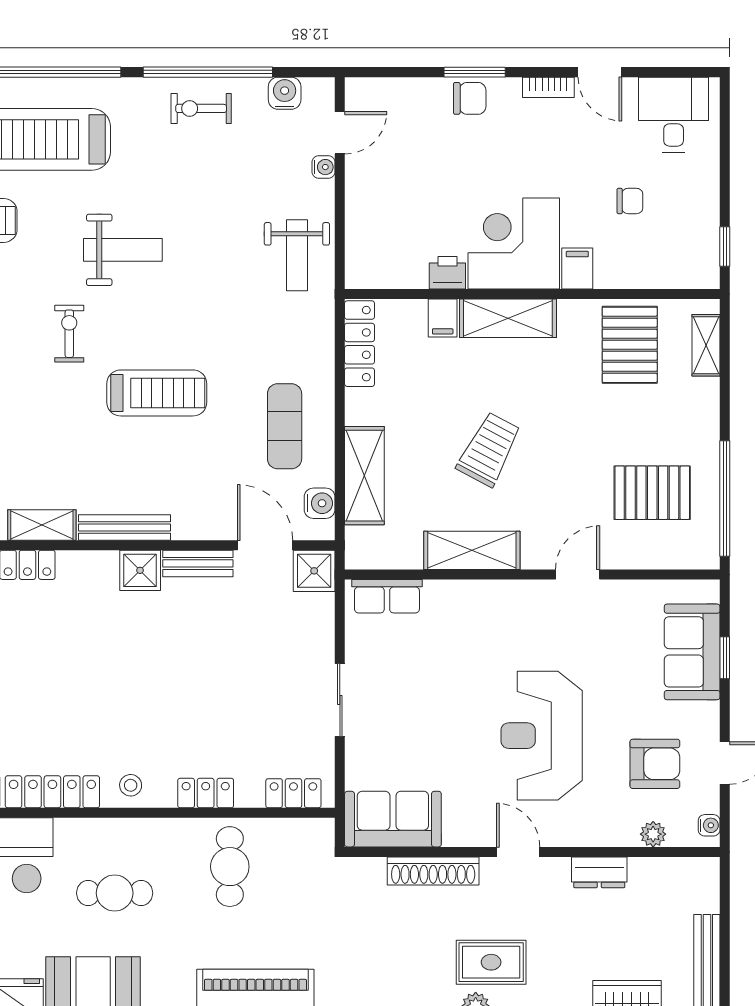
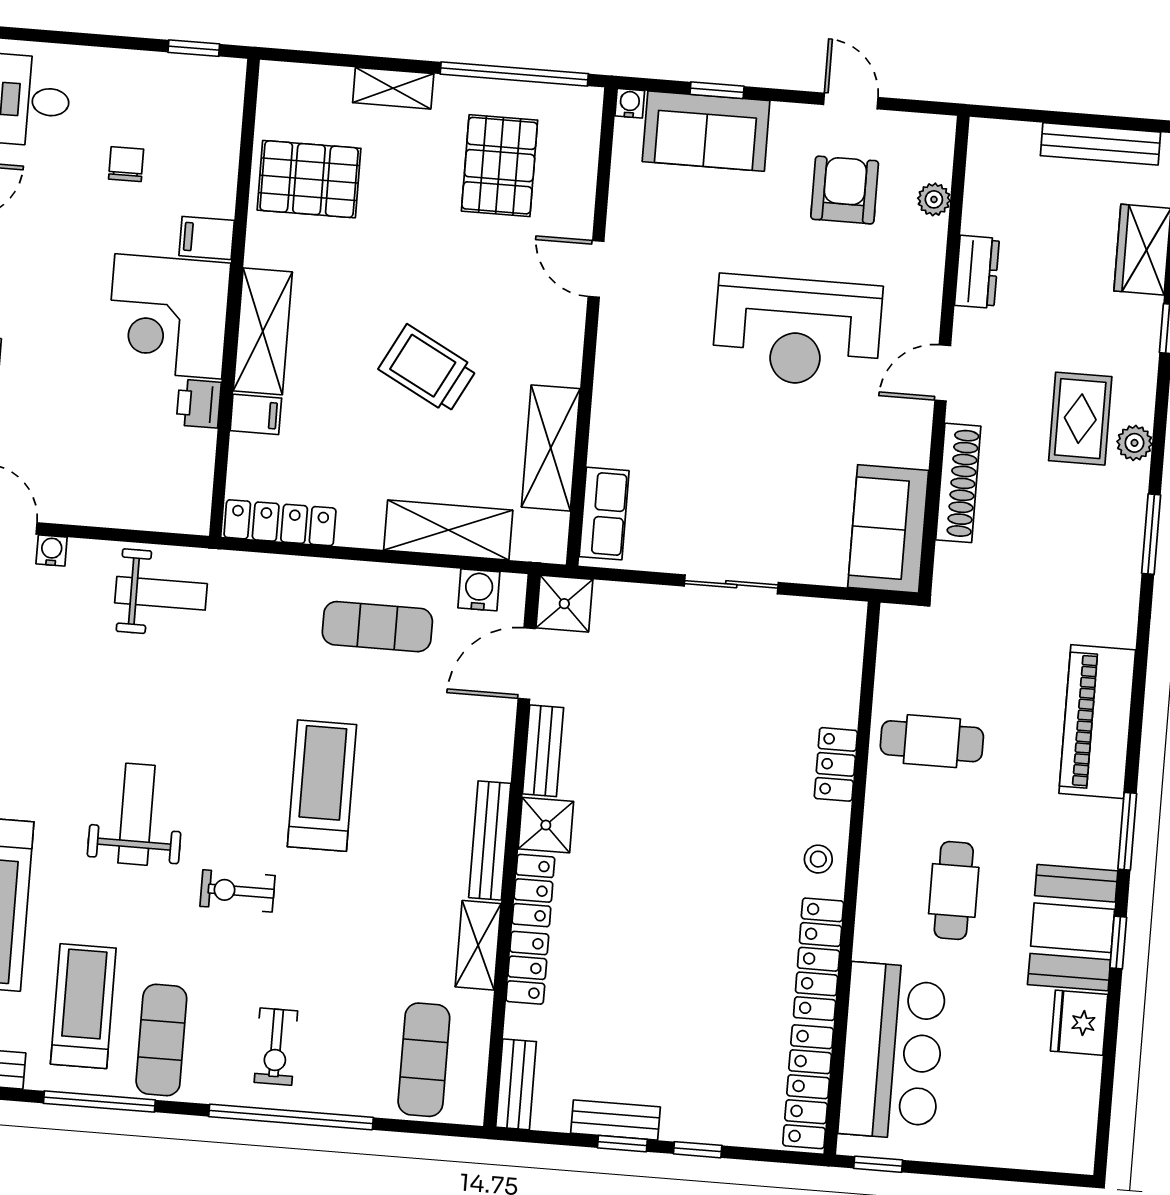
shelving: (706, 345) -> (393, 88), moved
shelving: (472, 550) -> (551, 448), moved
locker: (293, 793) -> (533, 891), moved, turned 180
water cooler: (709, 825) -> (630, 103), moved

